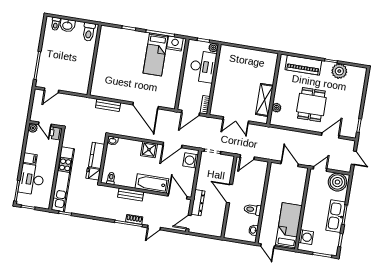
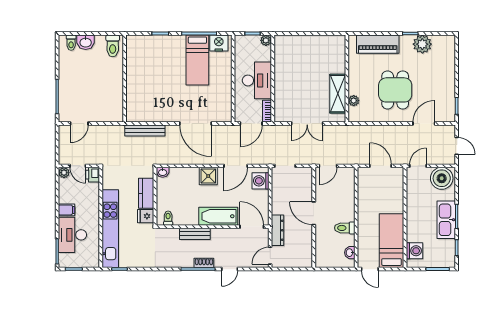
desk: (203, 67) -> (257, 80), moved
bench: (108, 105) -> (145, 130), width x1.36

